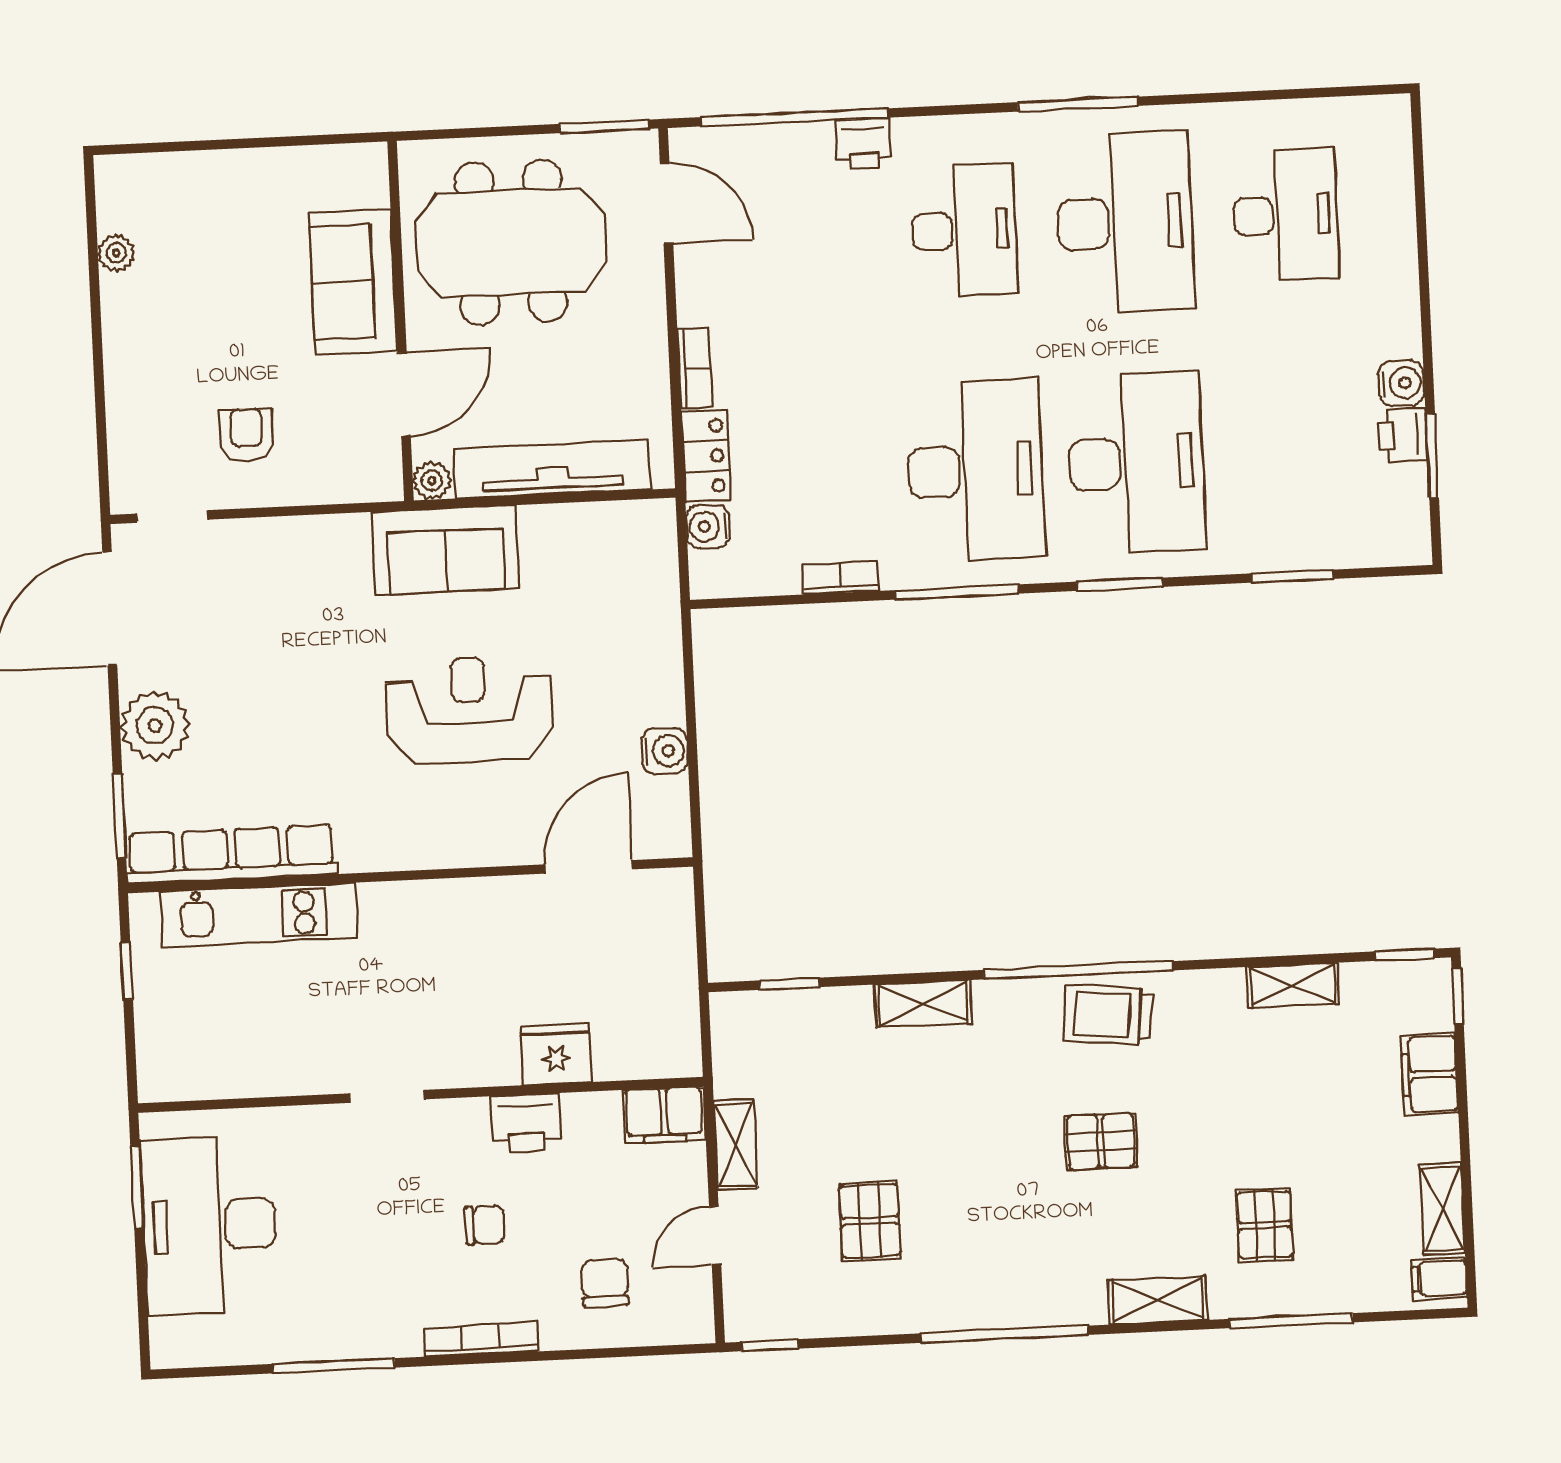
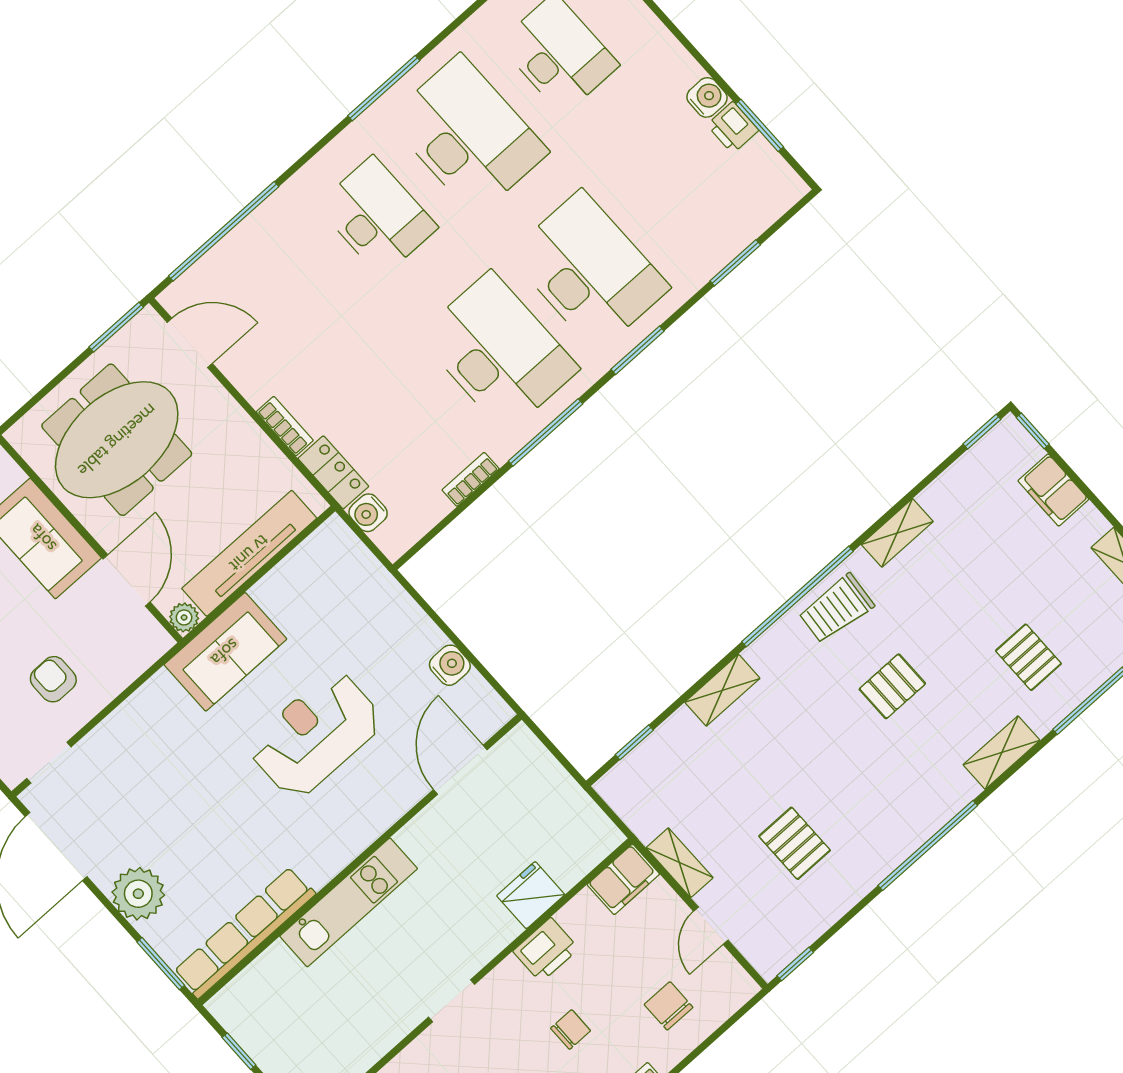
printer: (863, 144) -> (277, 214), removed
kitchen unit: (259, 915) -> (349, 902), moved
shelving: (1293, 985) -> (897, 533), moved

